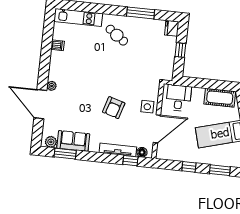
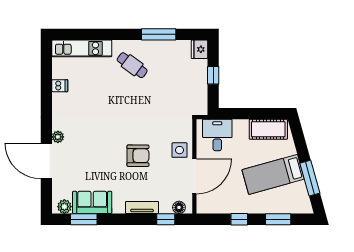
armchair: (114, 108) -> (138, 156), turned -107
tv unit: (118, 150) -> (142, 207), width x0.71

